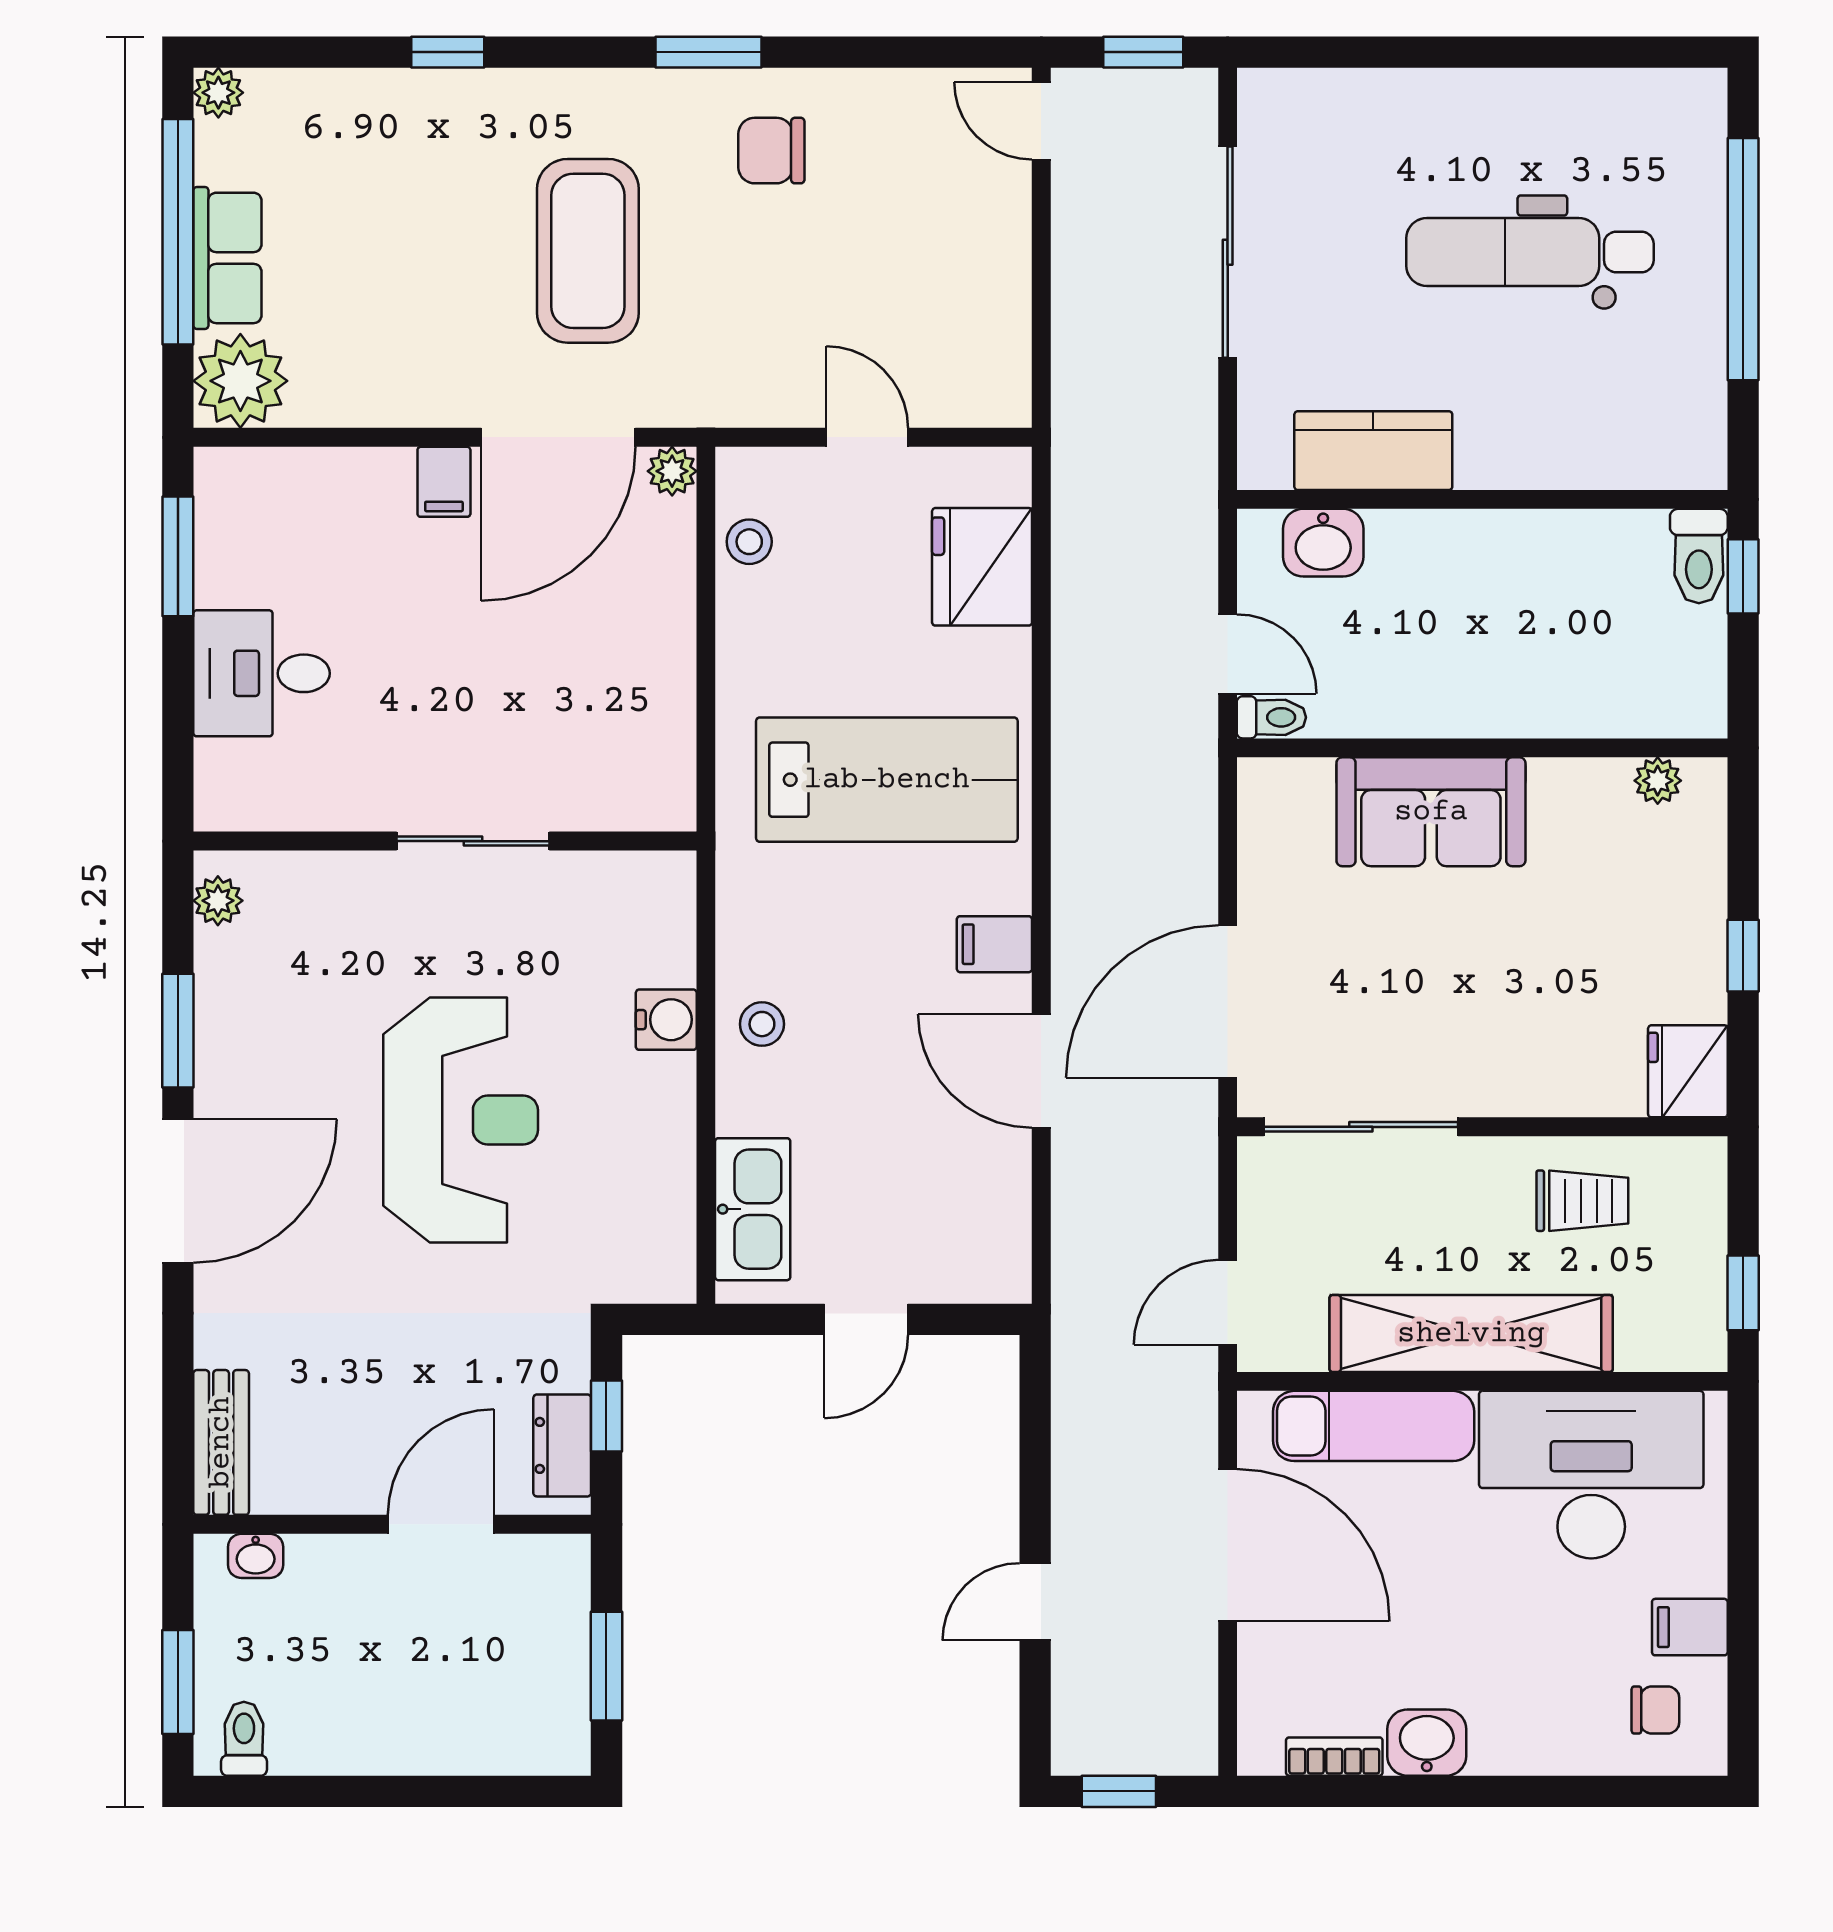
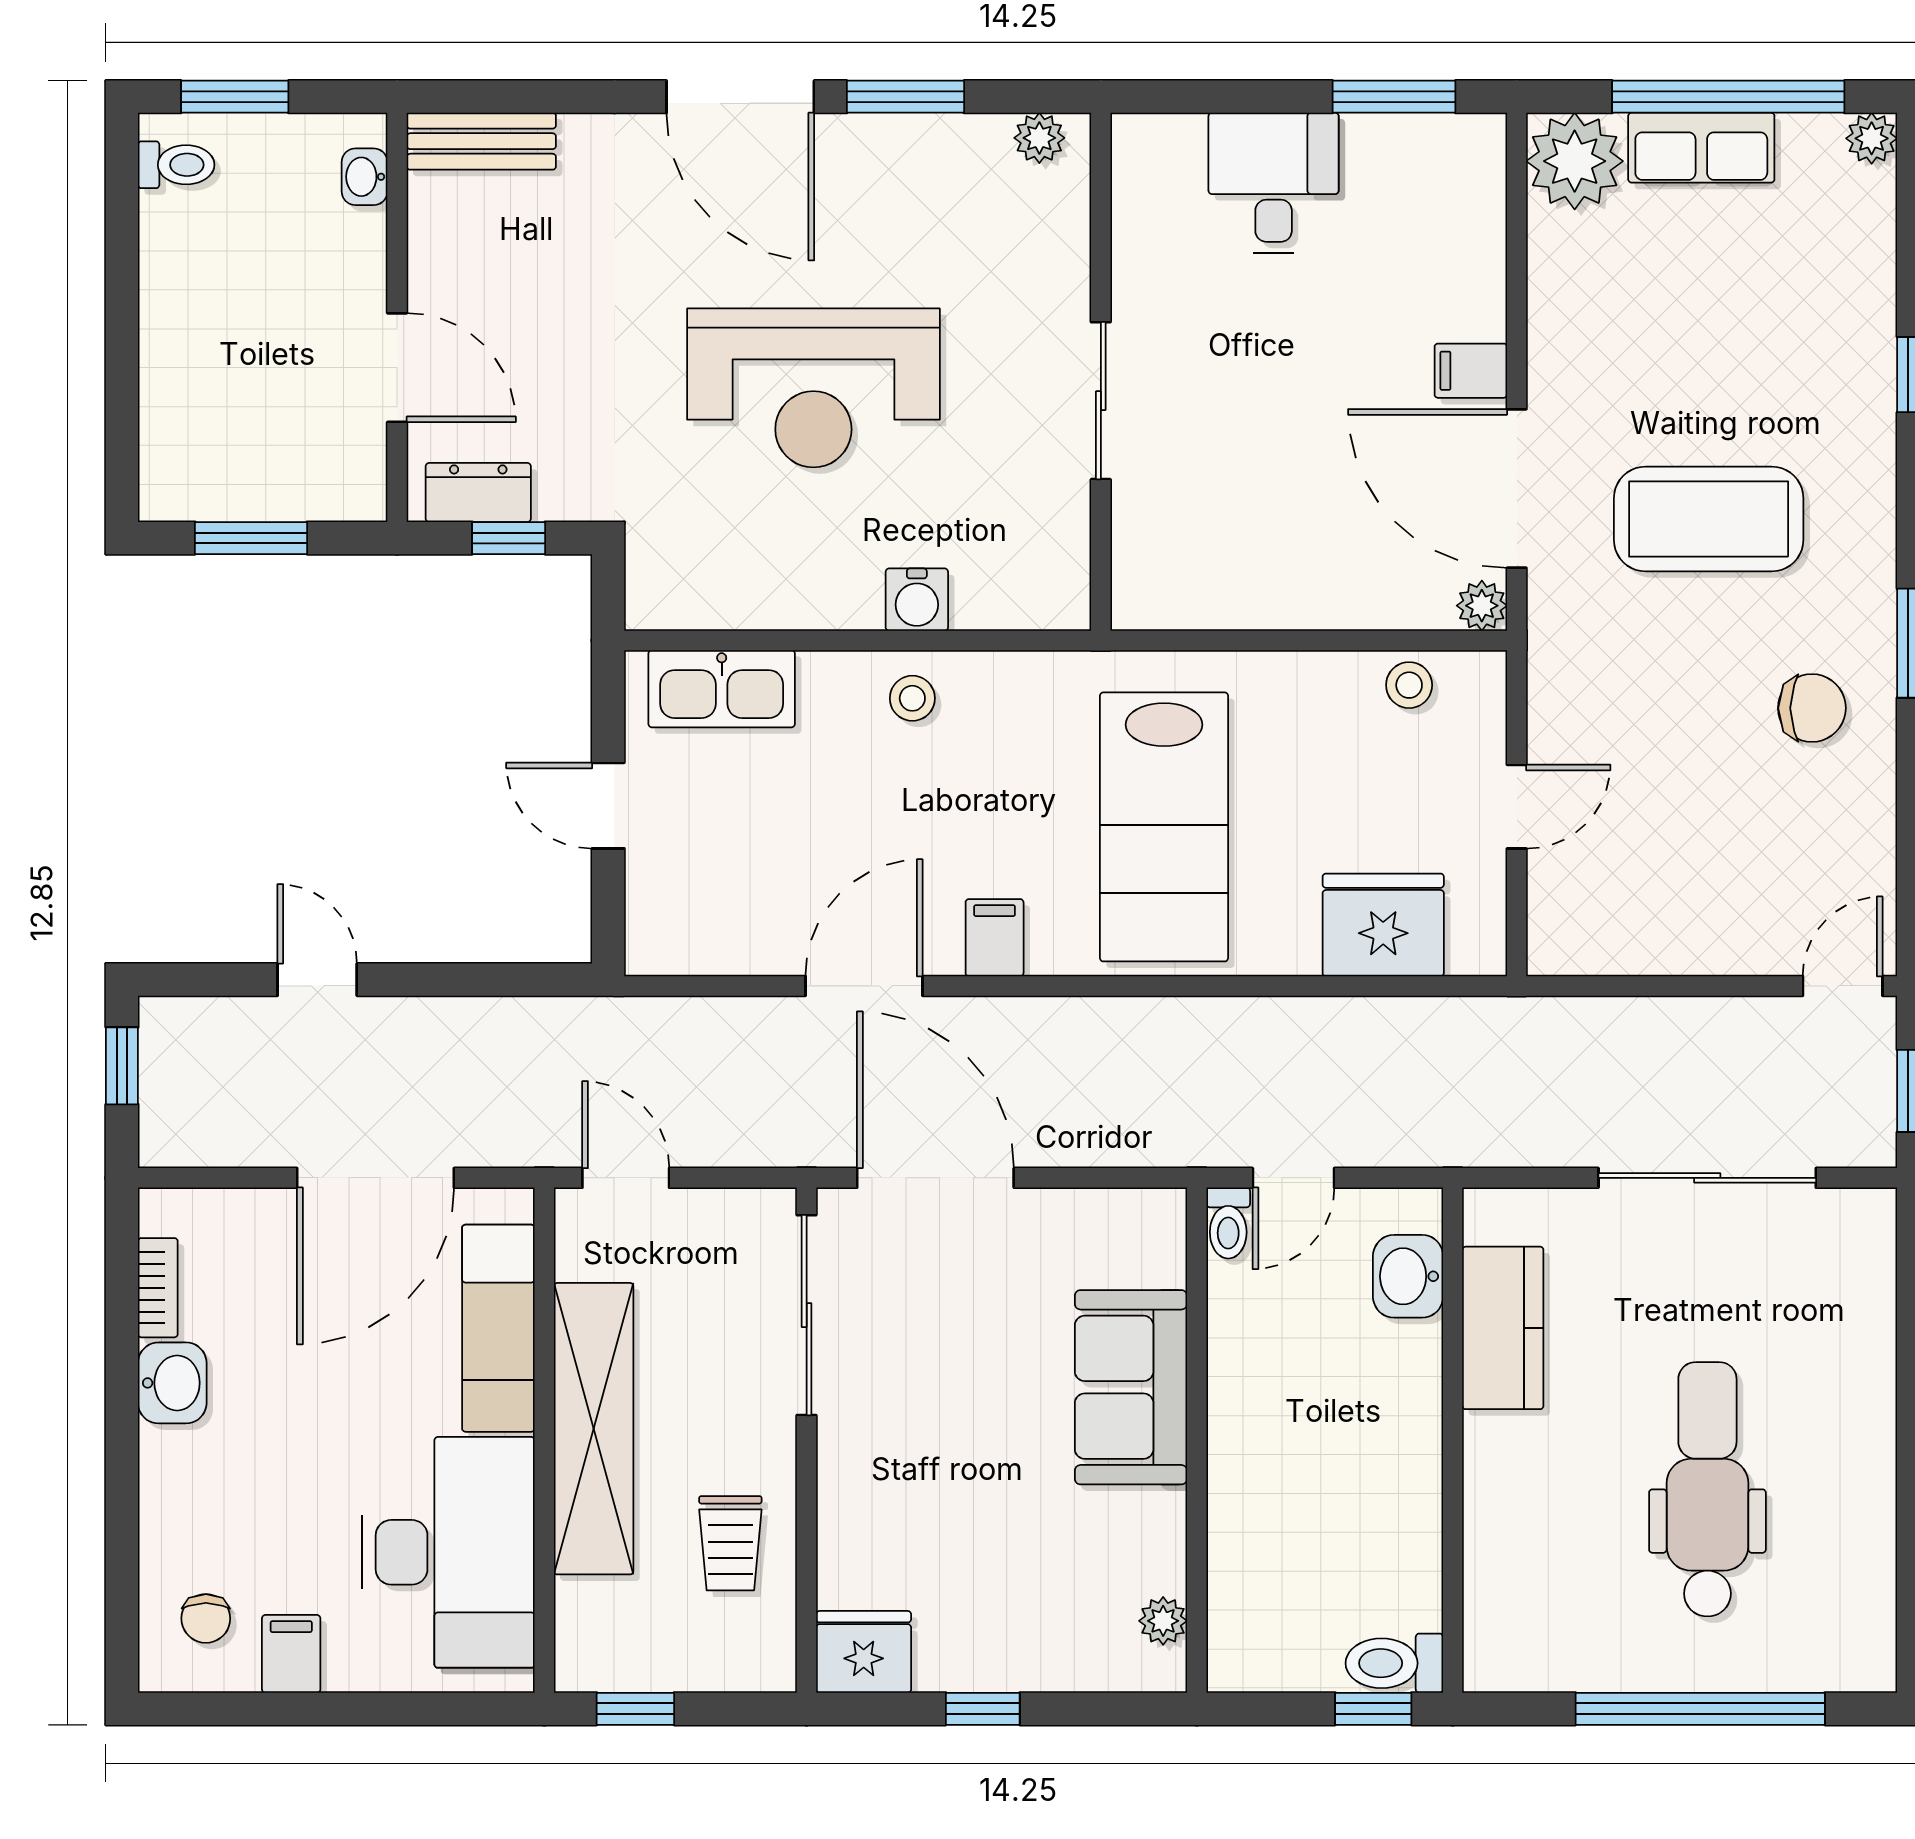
chair: (771, 151) -> (1812, 708), turned 90

